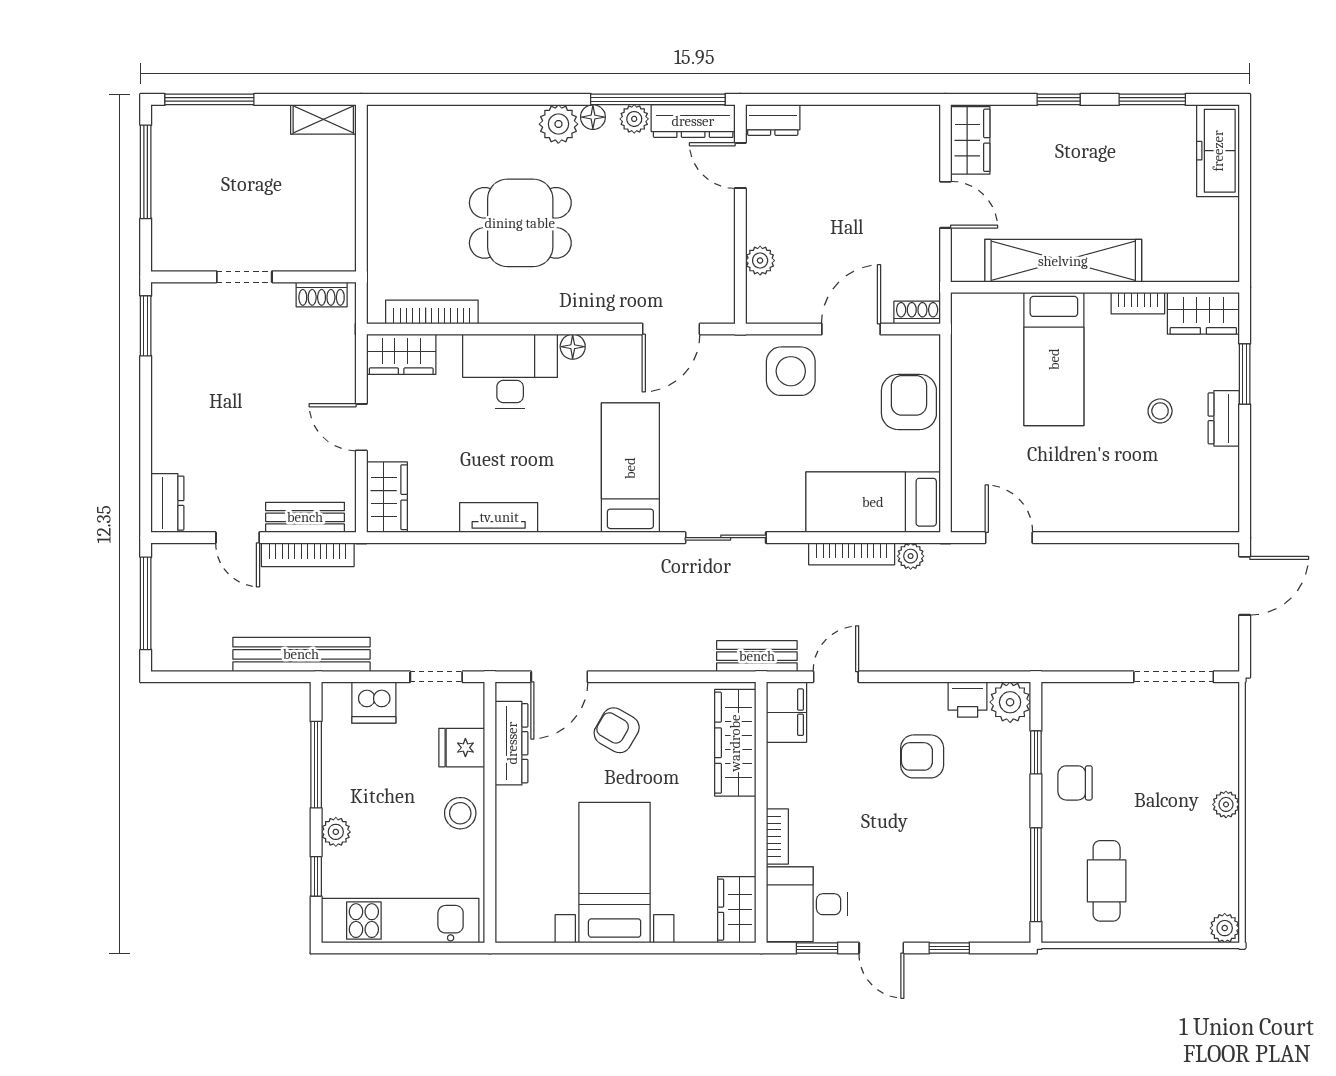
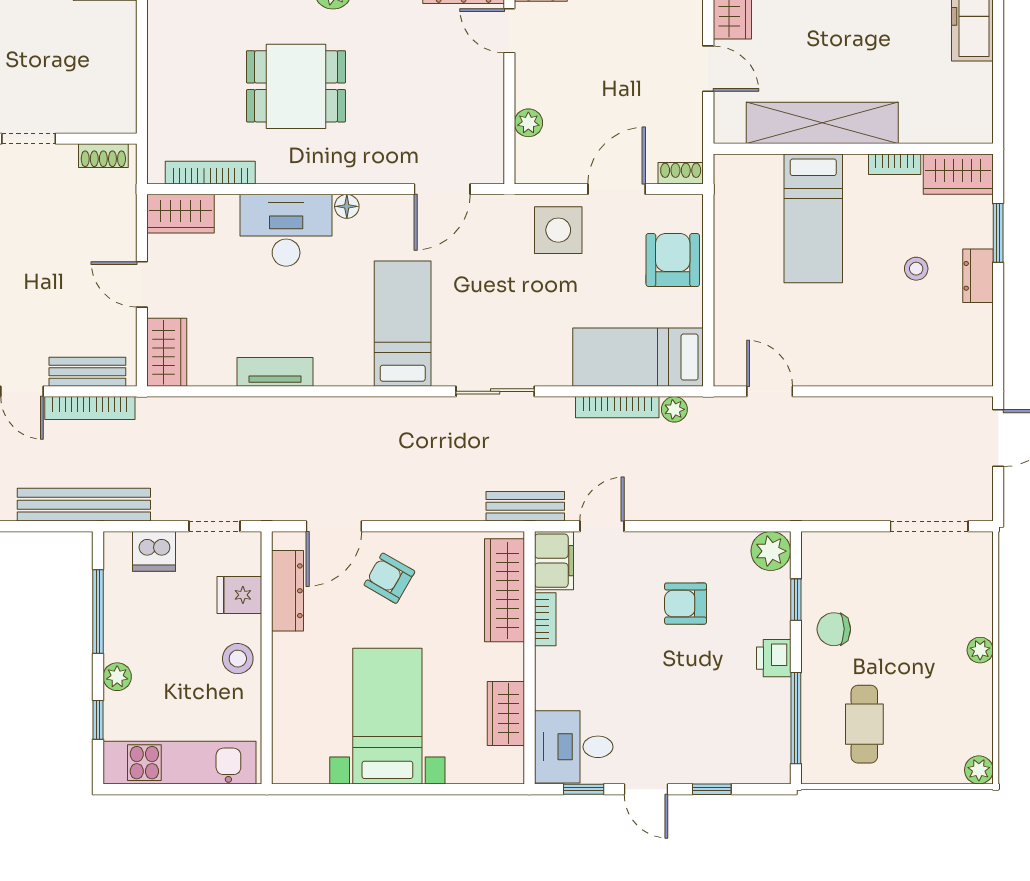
printer: (968, 700) -> (774, 658), moved, turned 90
bookcase: (777, 836) -> (545, 619), moved
wardrobe: (737, 910) -> (506, 713), moved

